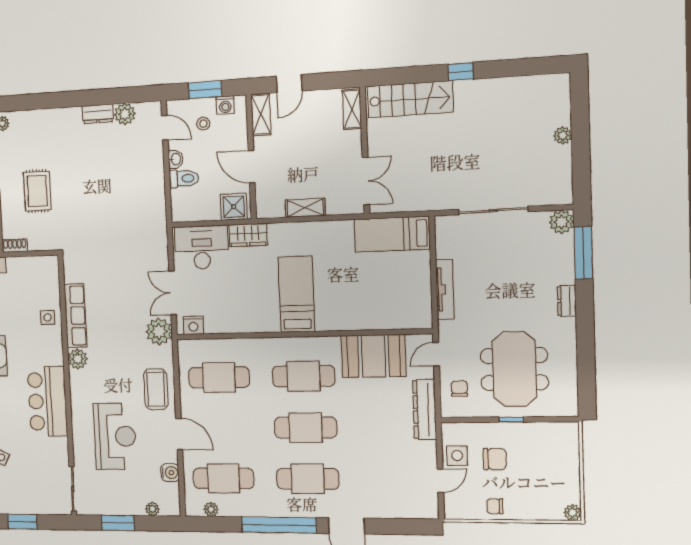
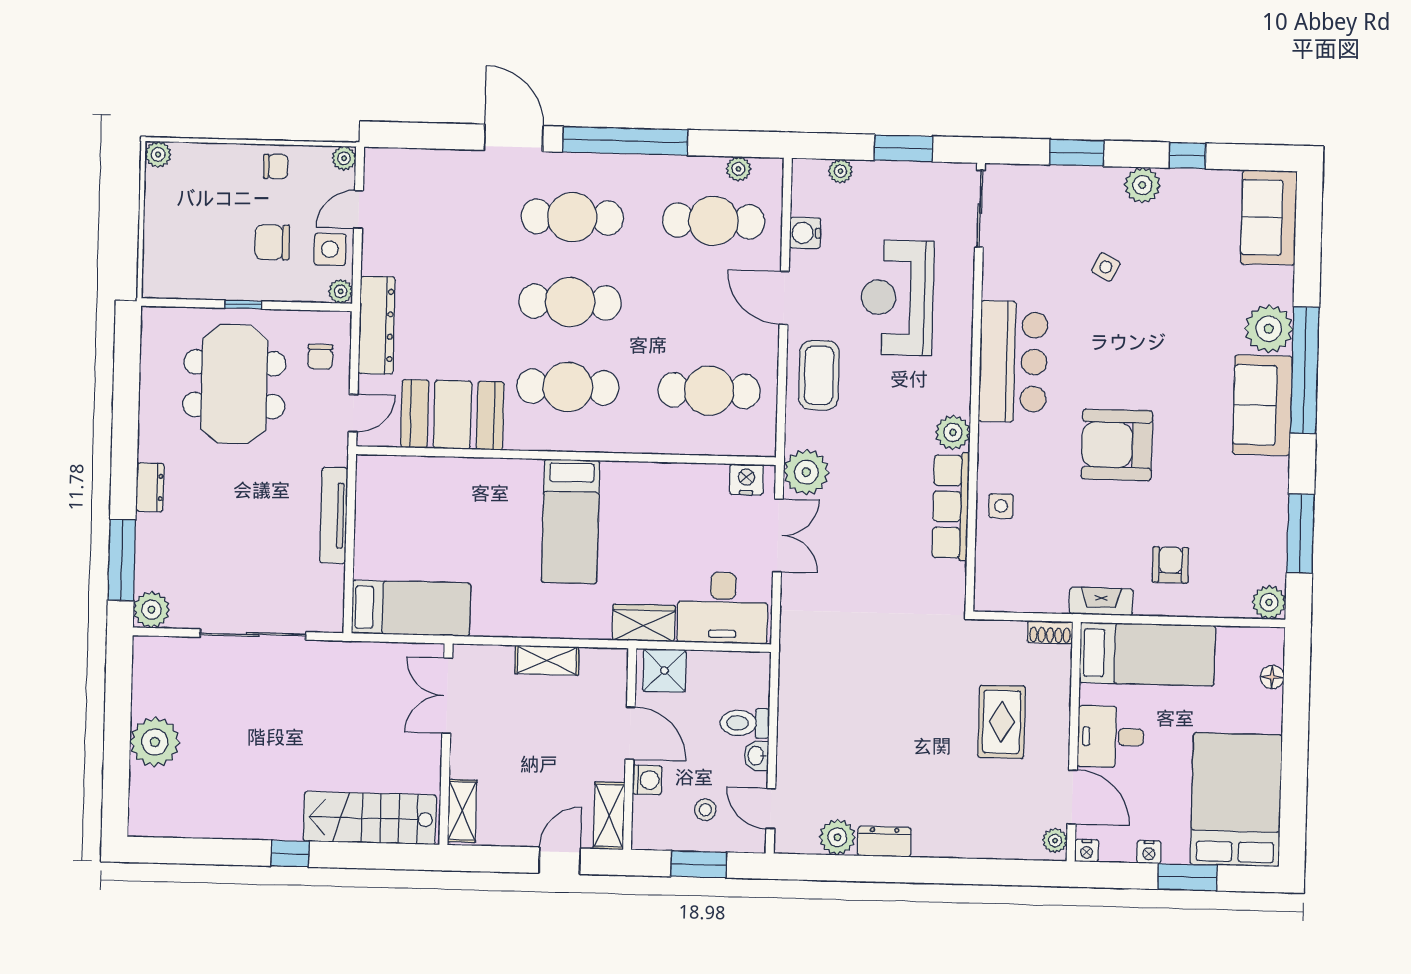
washing machine: (225, 105) -> (647, 780), moved, turned 90
plant: (563, 136) -> (155, 742), width x1.88, depth x1.88
plant: (449, 430) -> (341, 291), added
plant: (451, 512) -> (344, 158), added

